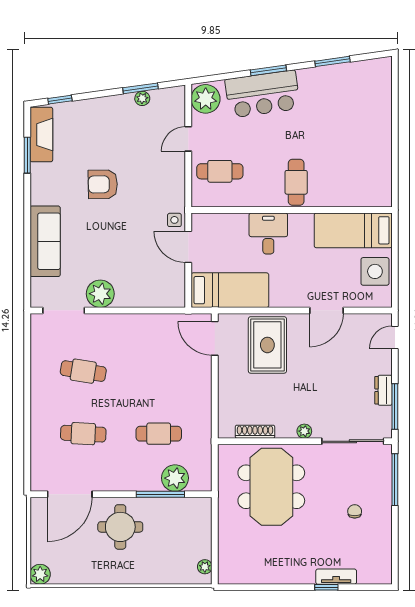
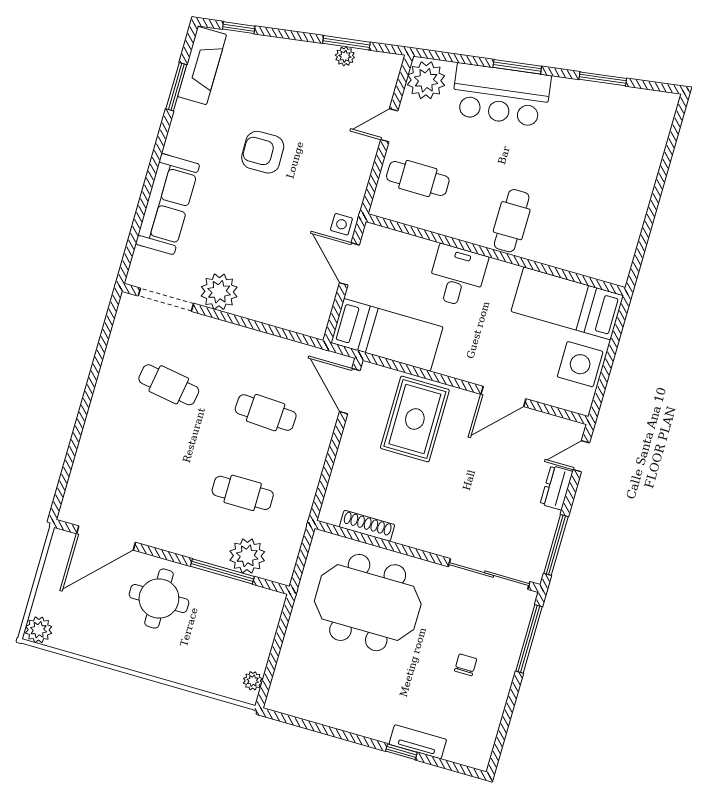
dresser: (384, 390) -> (557, 488), moved
plant: (304, 431) -> (431, 543), removed
cafe table: (83, 434) -> (266, 413), moved
meeting table: (271, 487) -> (368, 603), turned 90

